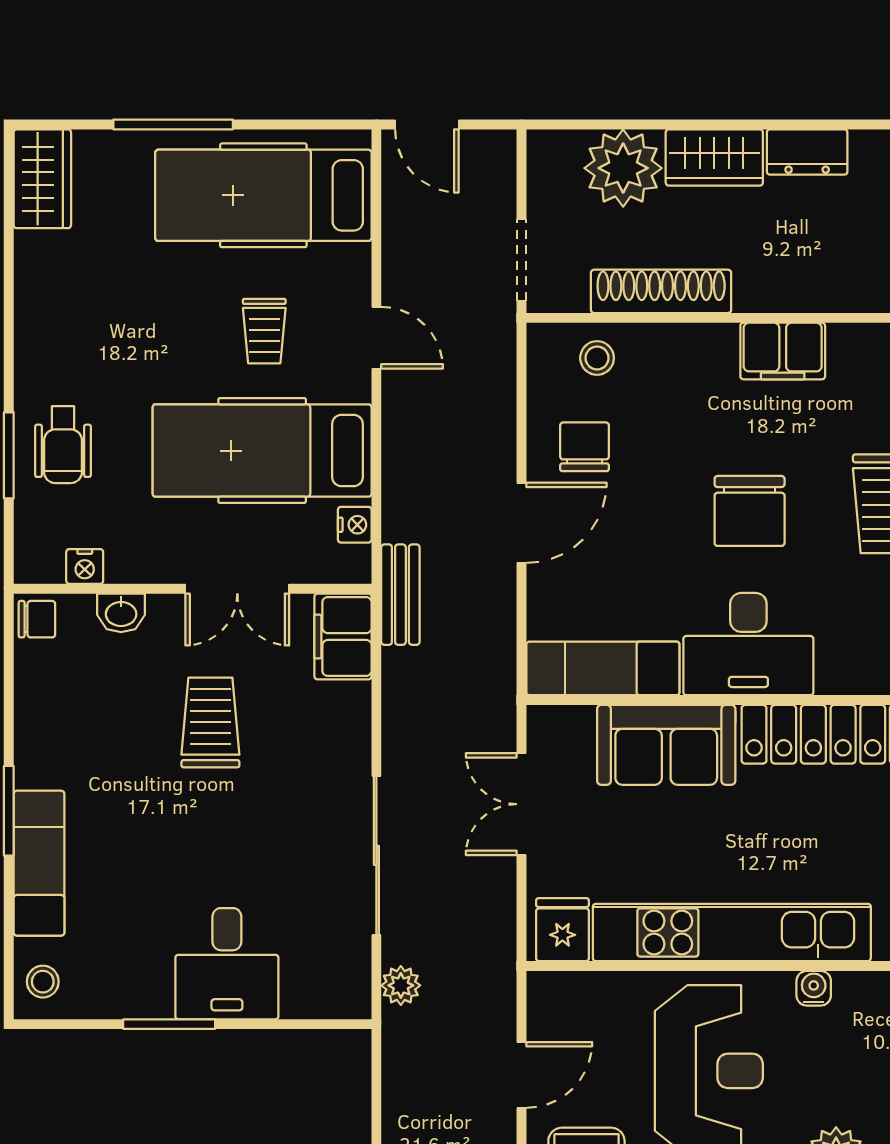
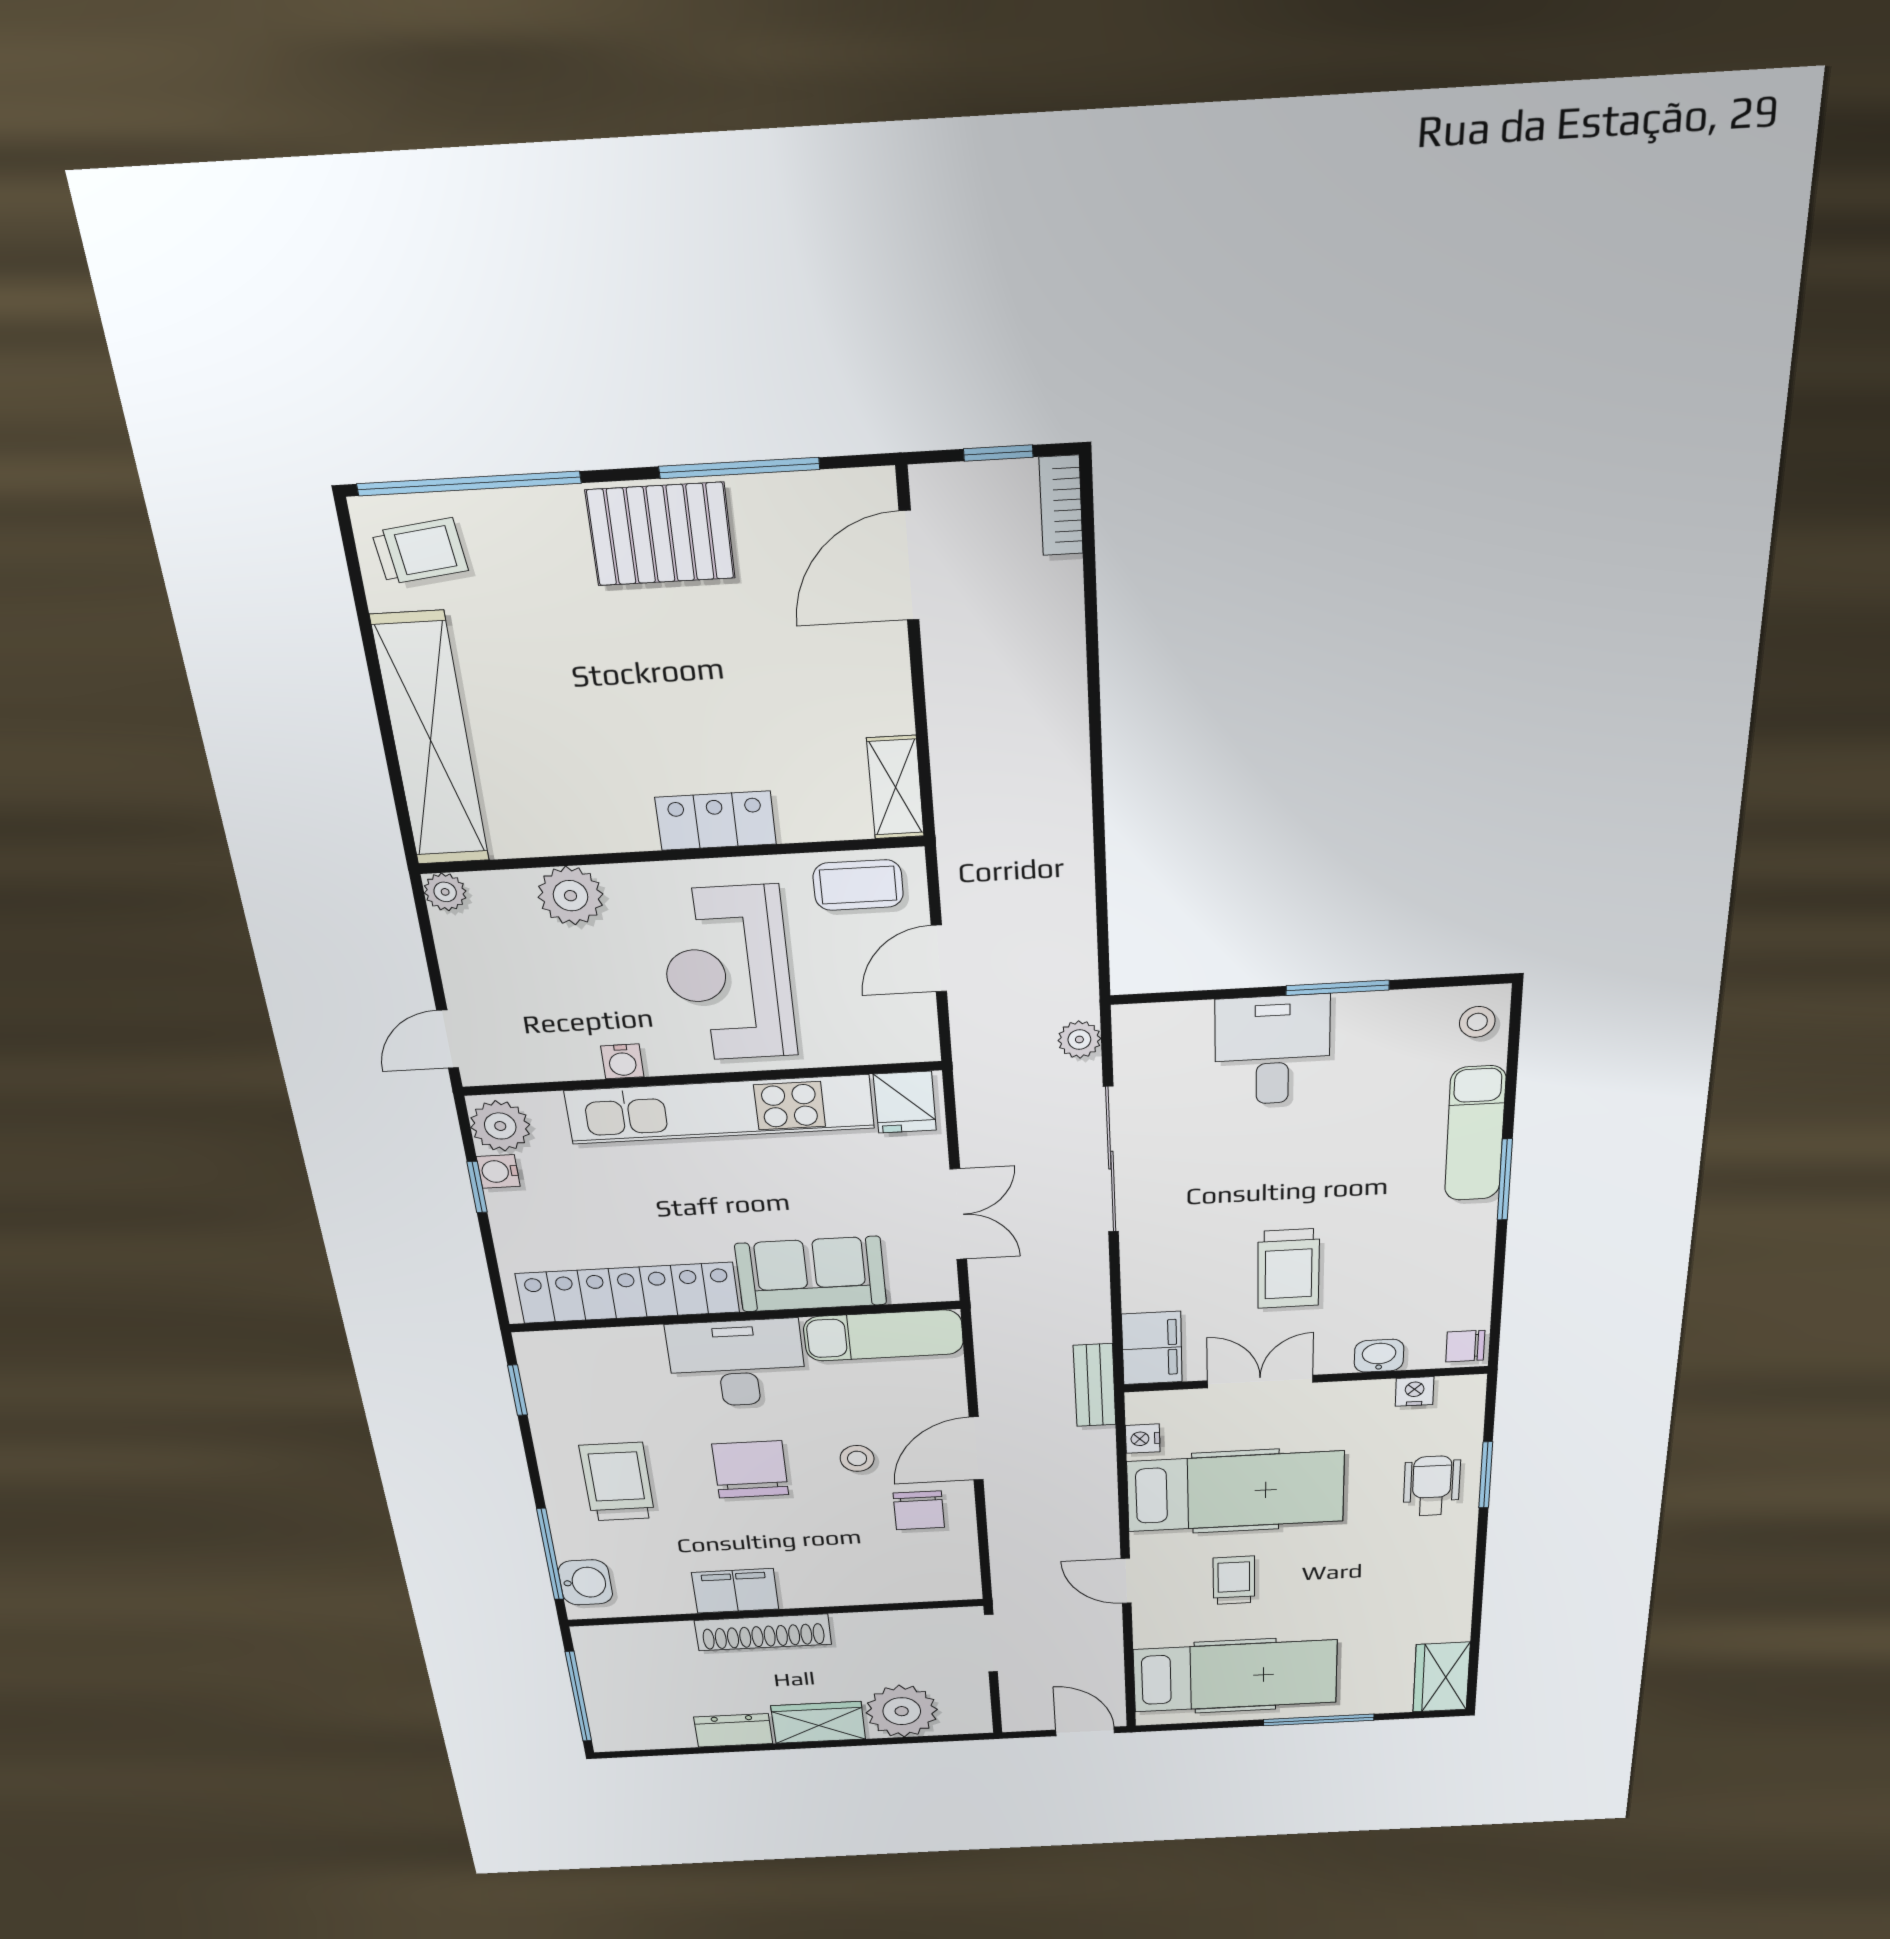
shoe rack: (661, 291) -> (763, 1632), moved
stool: (597, 358) -> (857, 1458), moved

